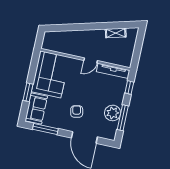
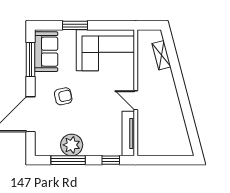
shelving: (116, 33) -> (161, 55), moved
sofa: (36, 109) -> (46, 52), moved, turned -90

